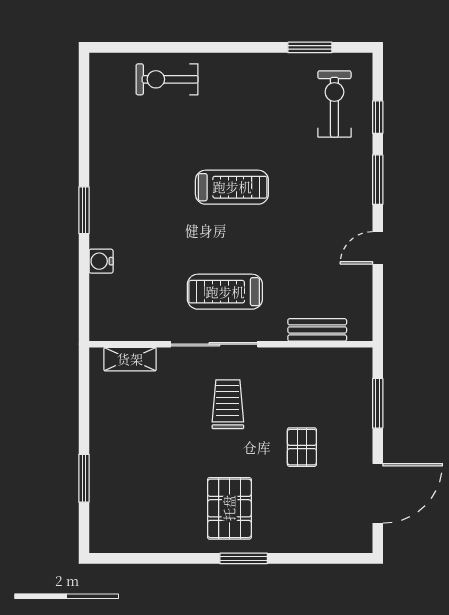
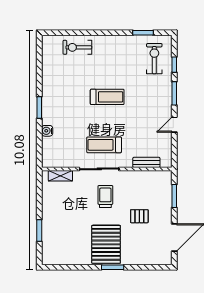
pallet: (302, 447) -> (139, 216), turned 90
pallet: (229, 508) -> (106, 244), width x1.37, depth x1.41

